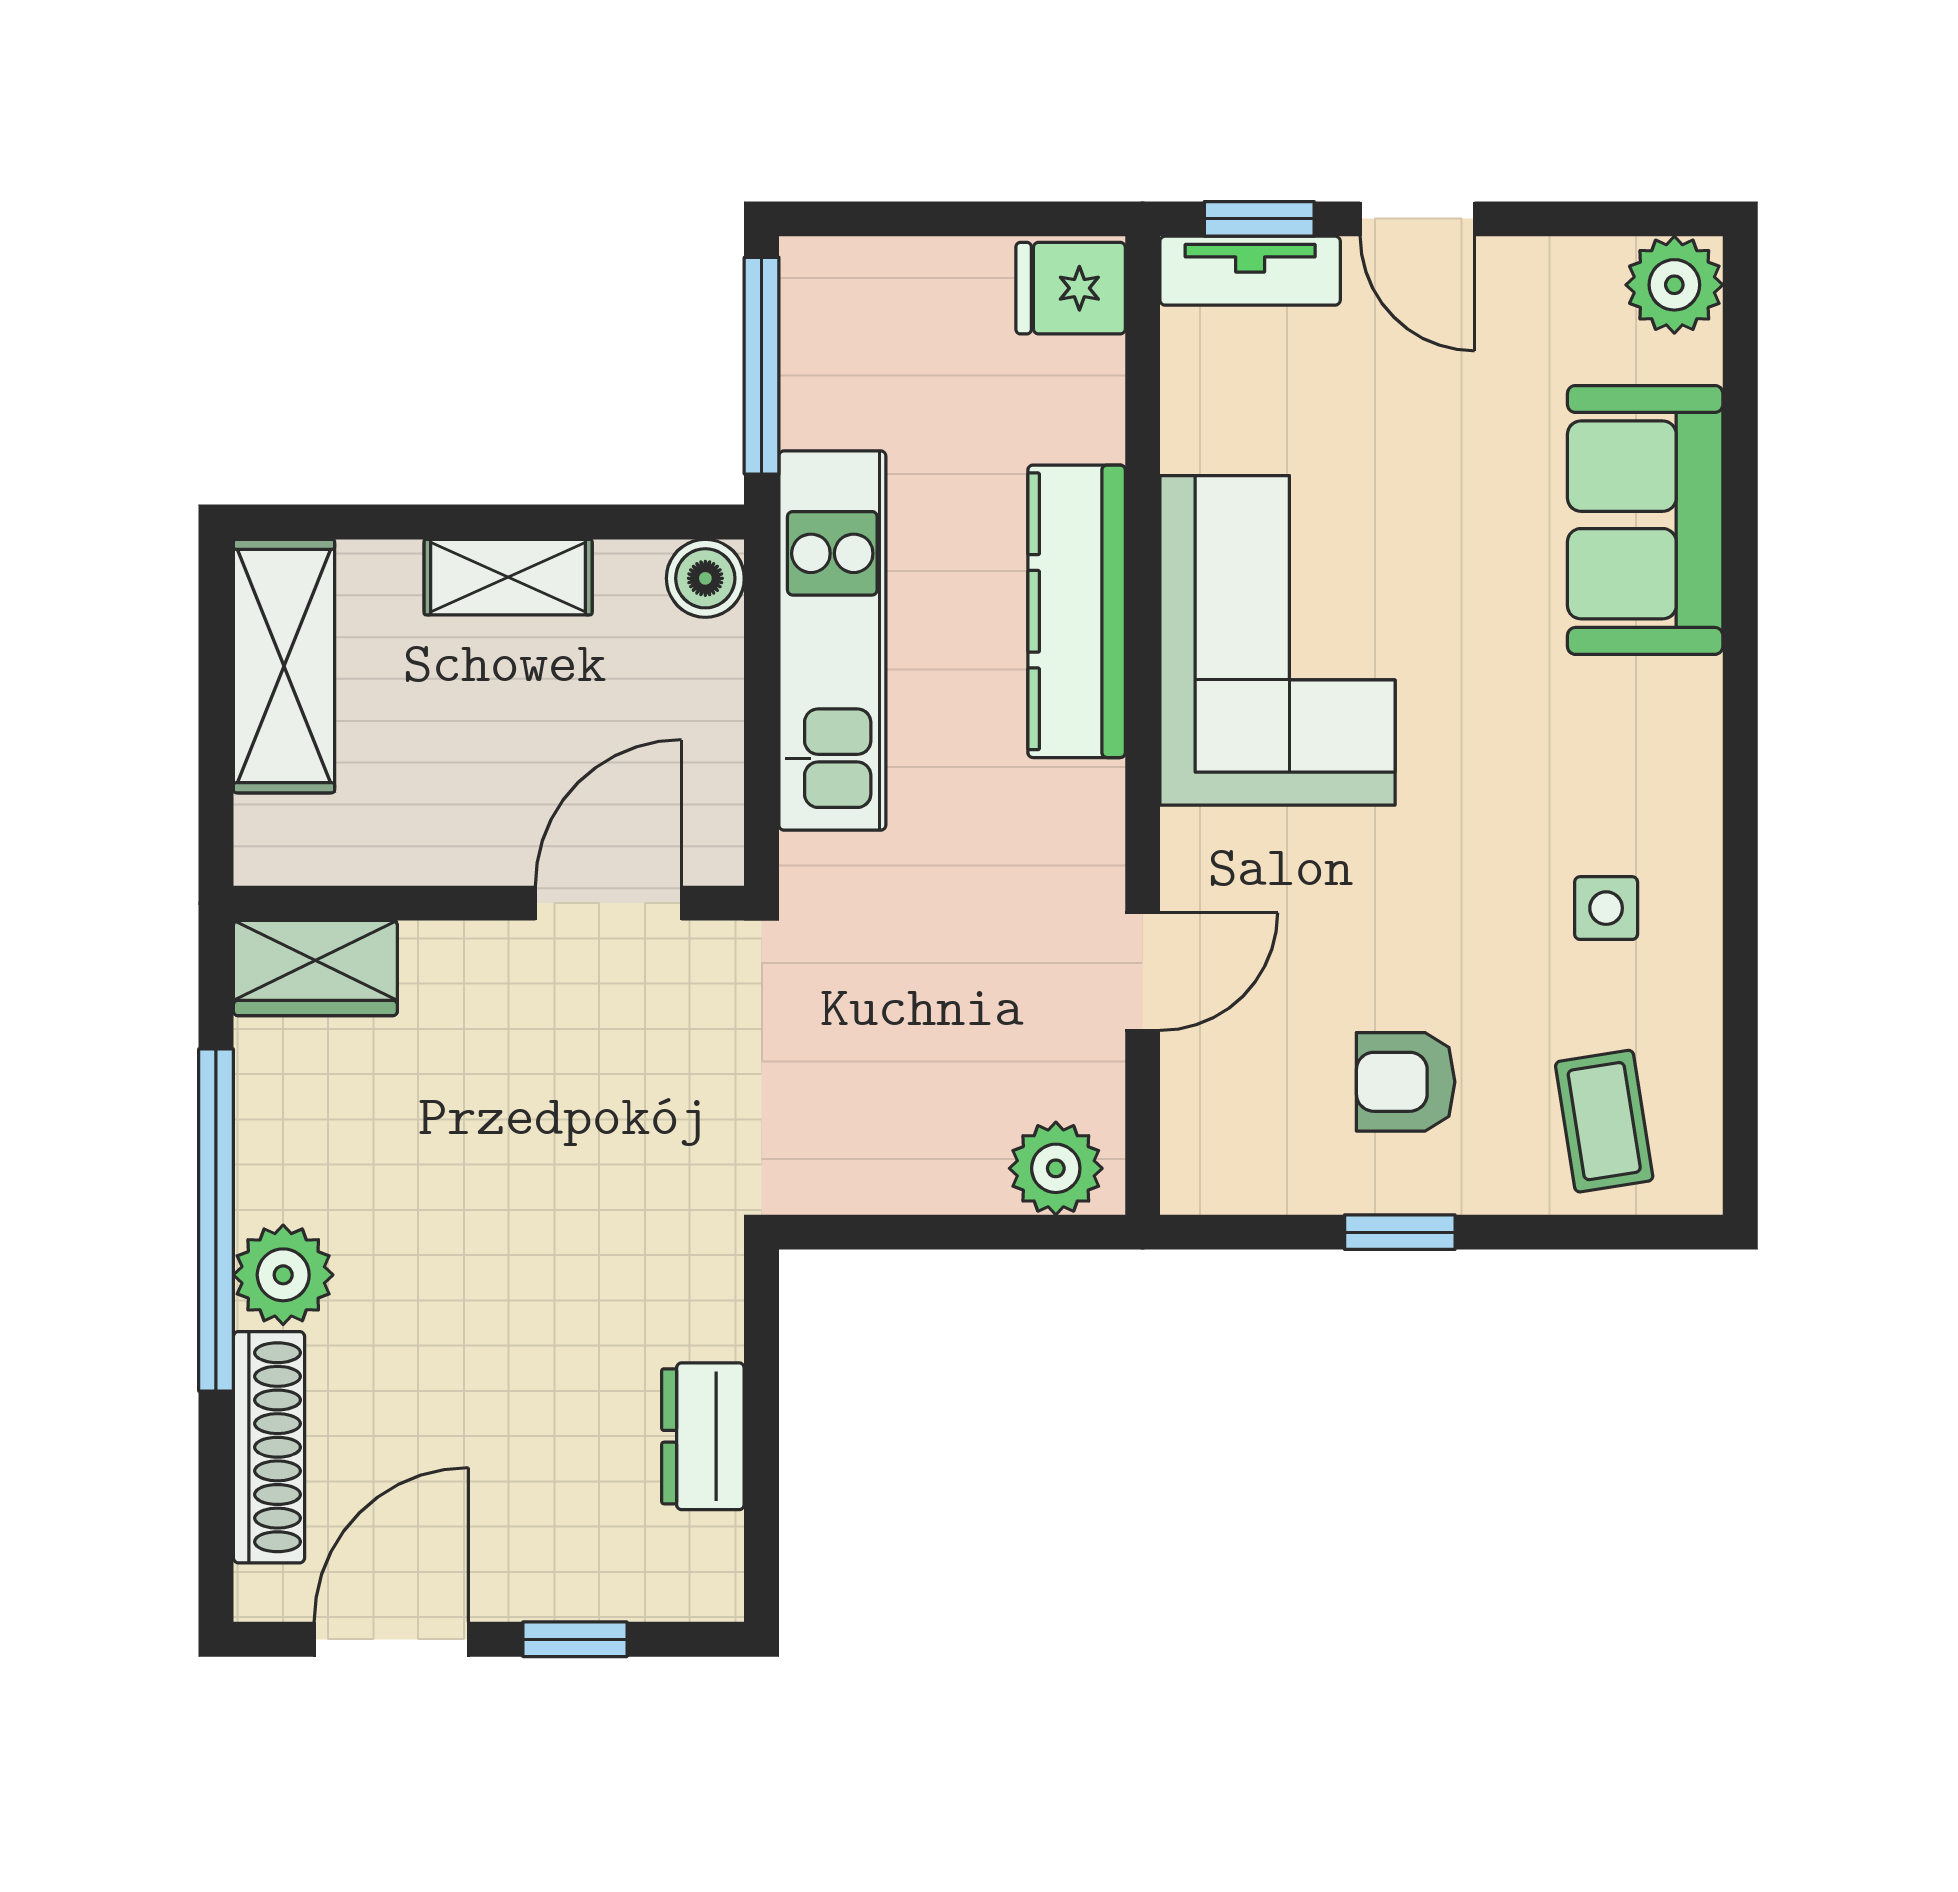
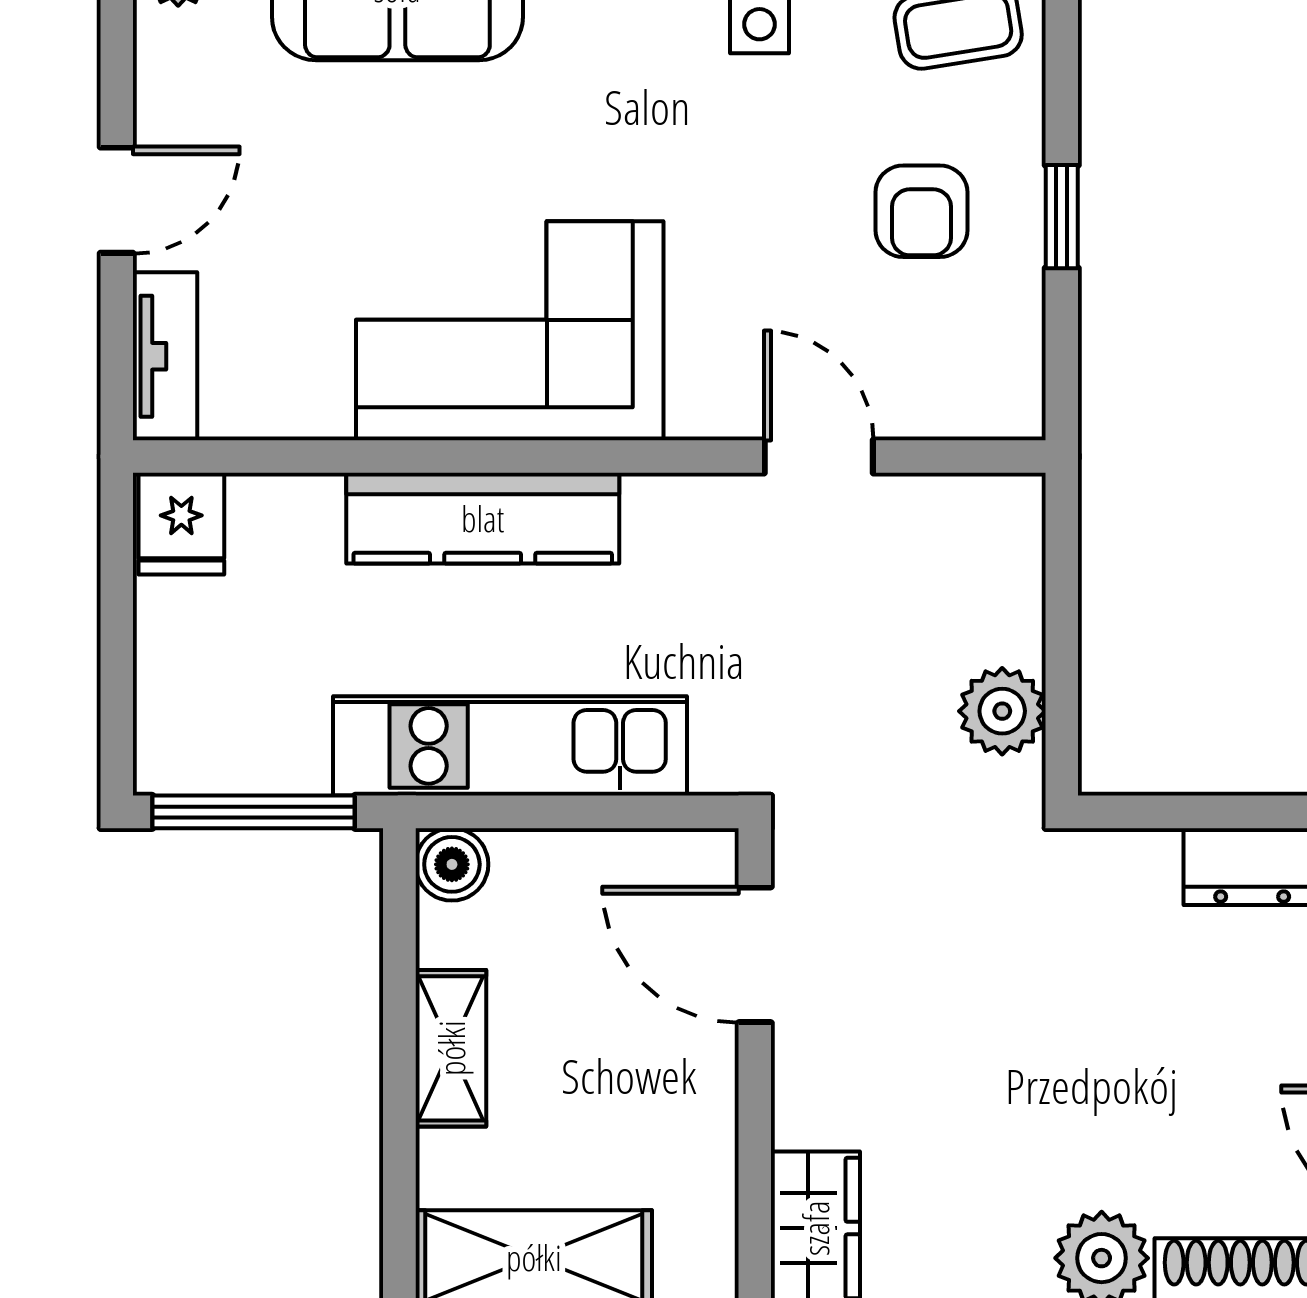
window: (1259, 219) -> (117, 348), removed
plant: (1056, 1168) -> (1002, 711), moved

